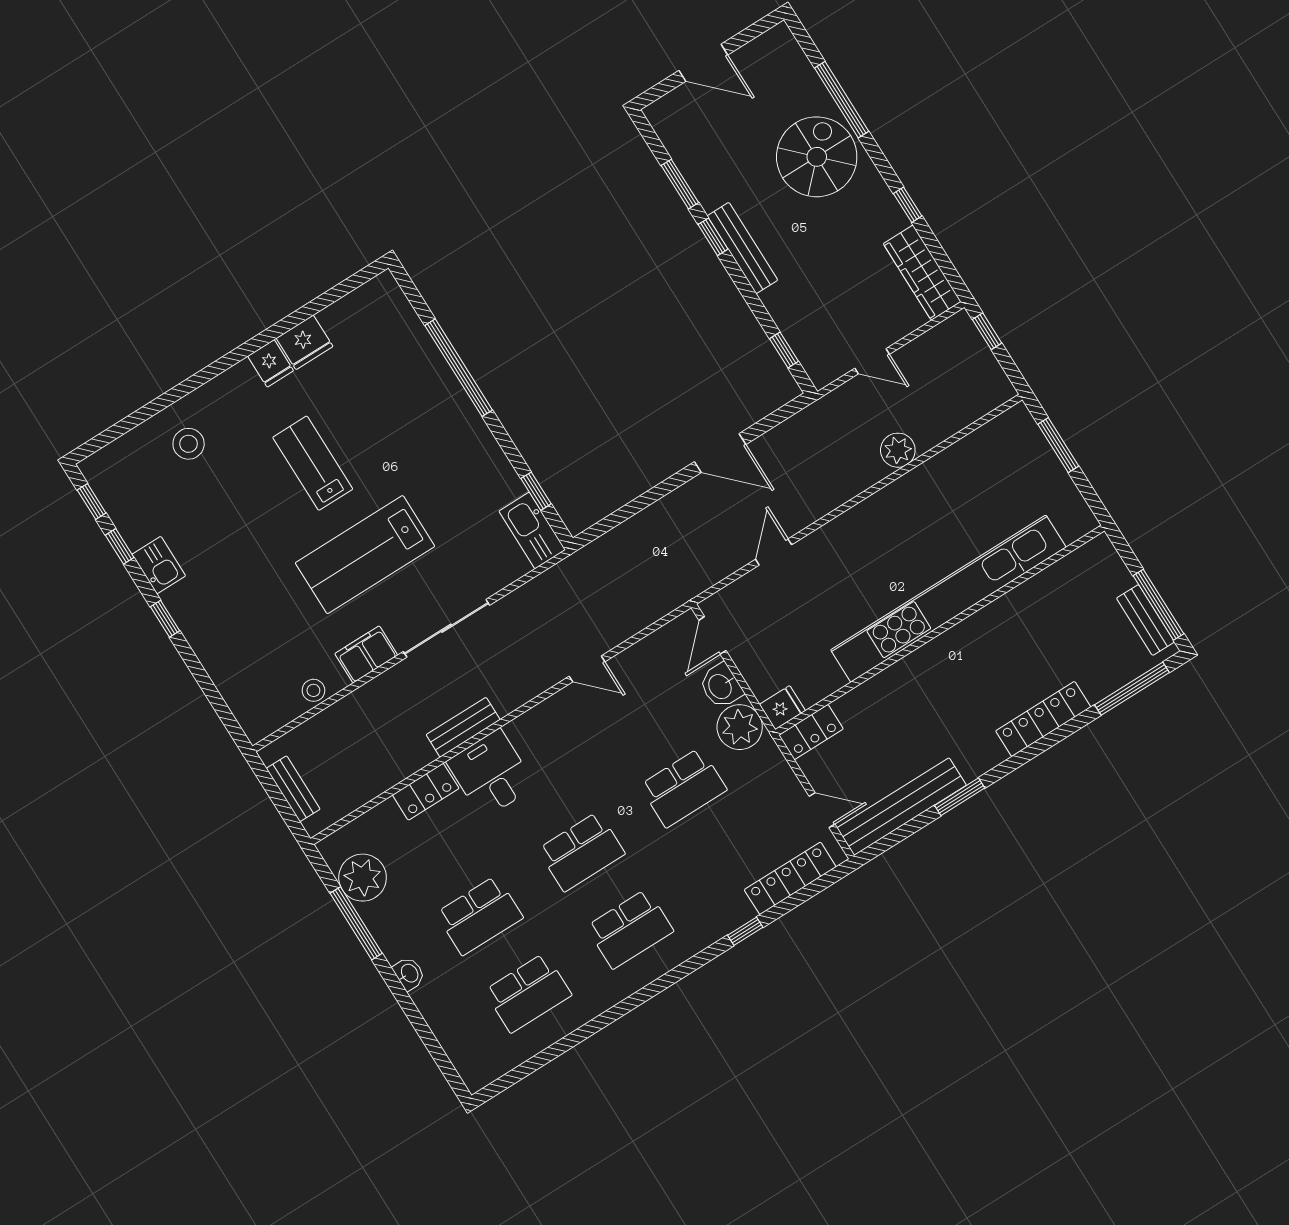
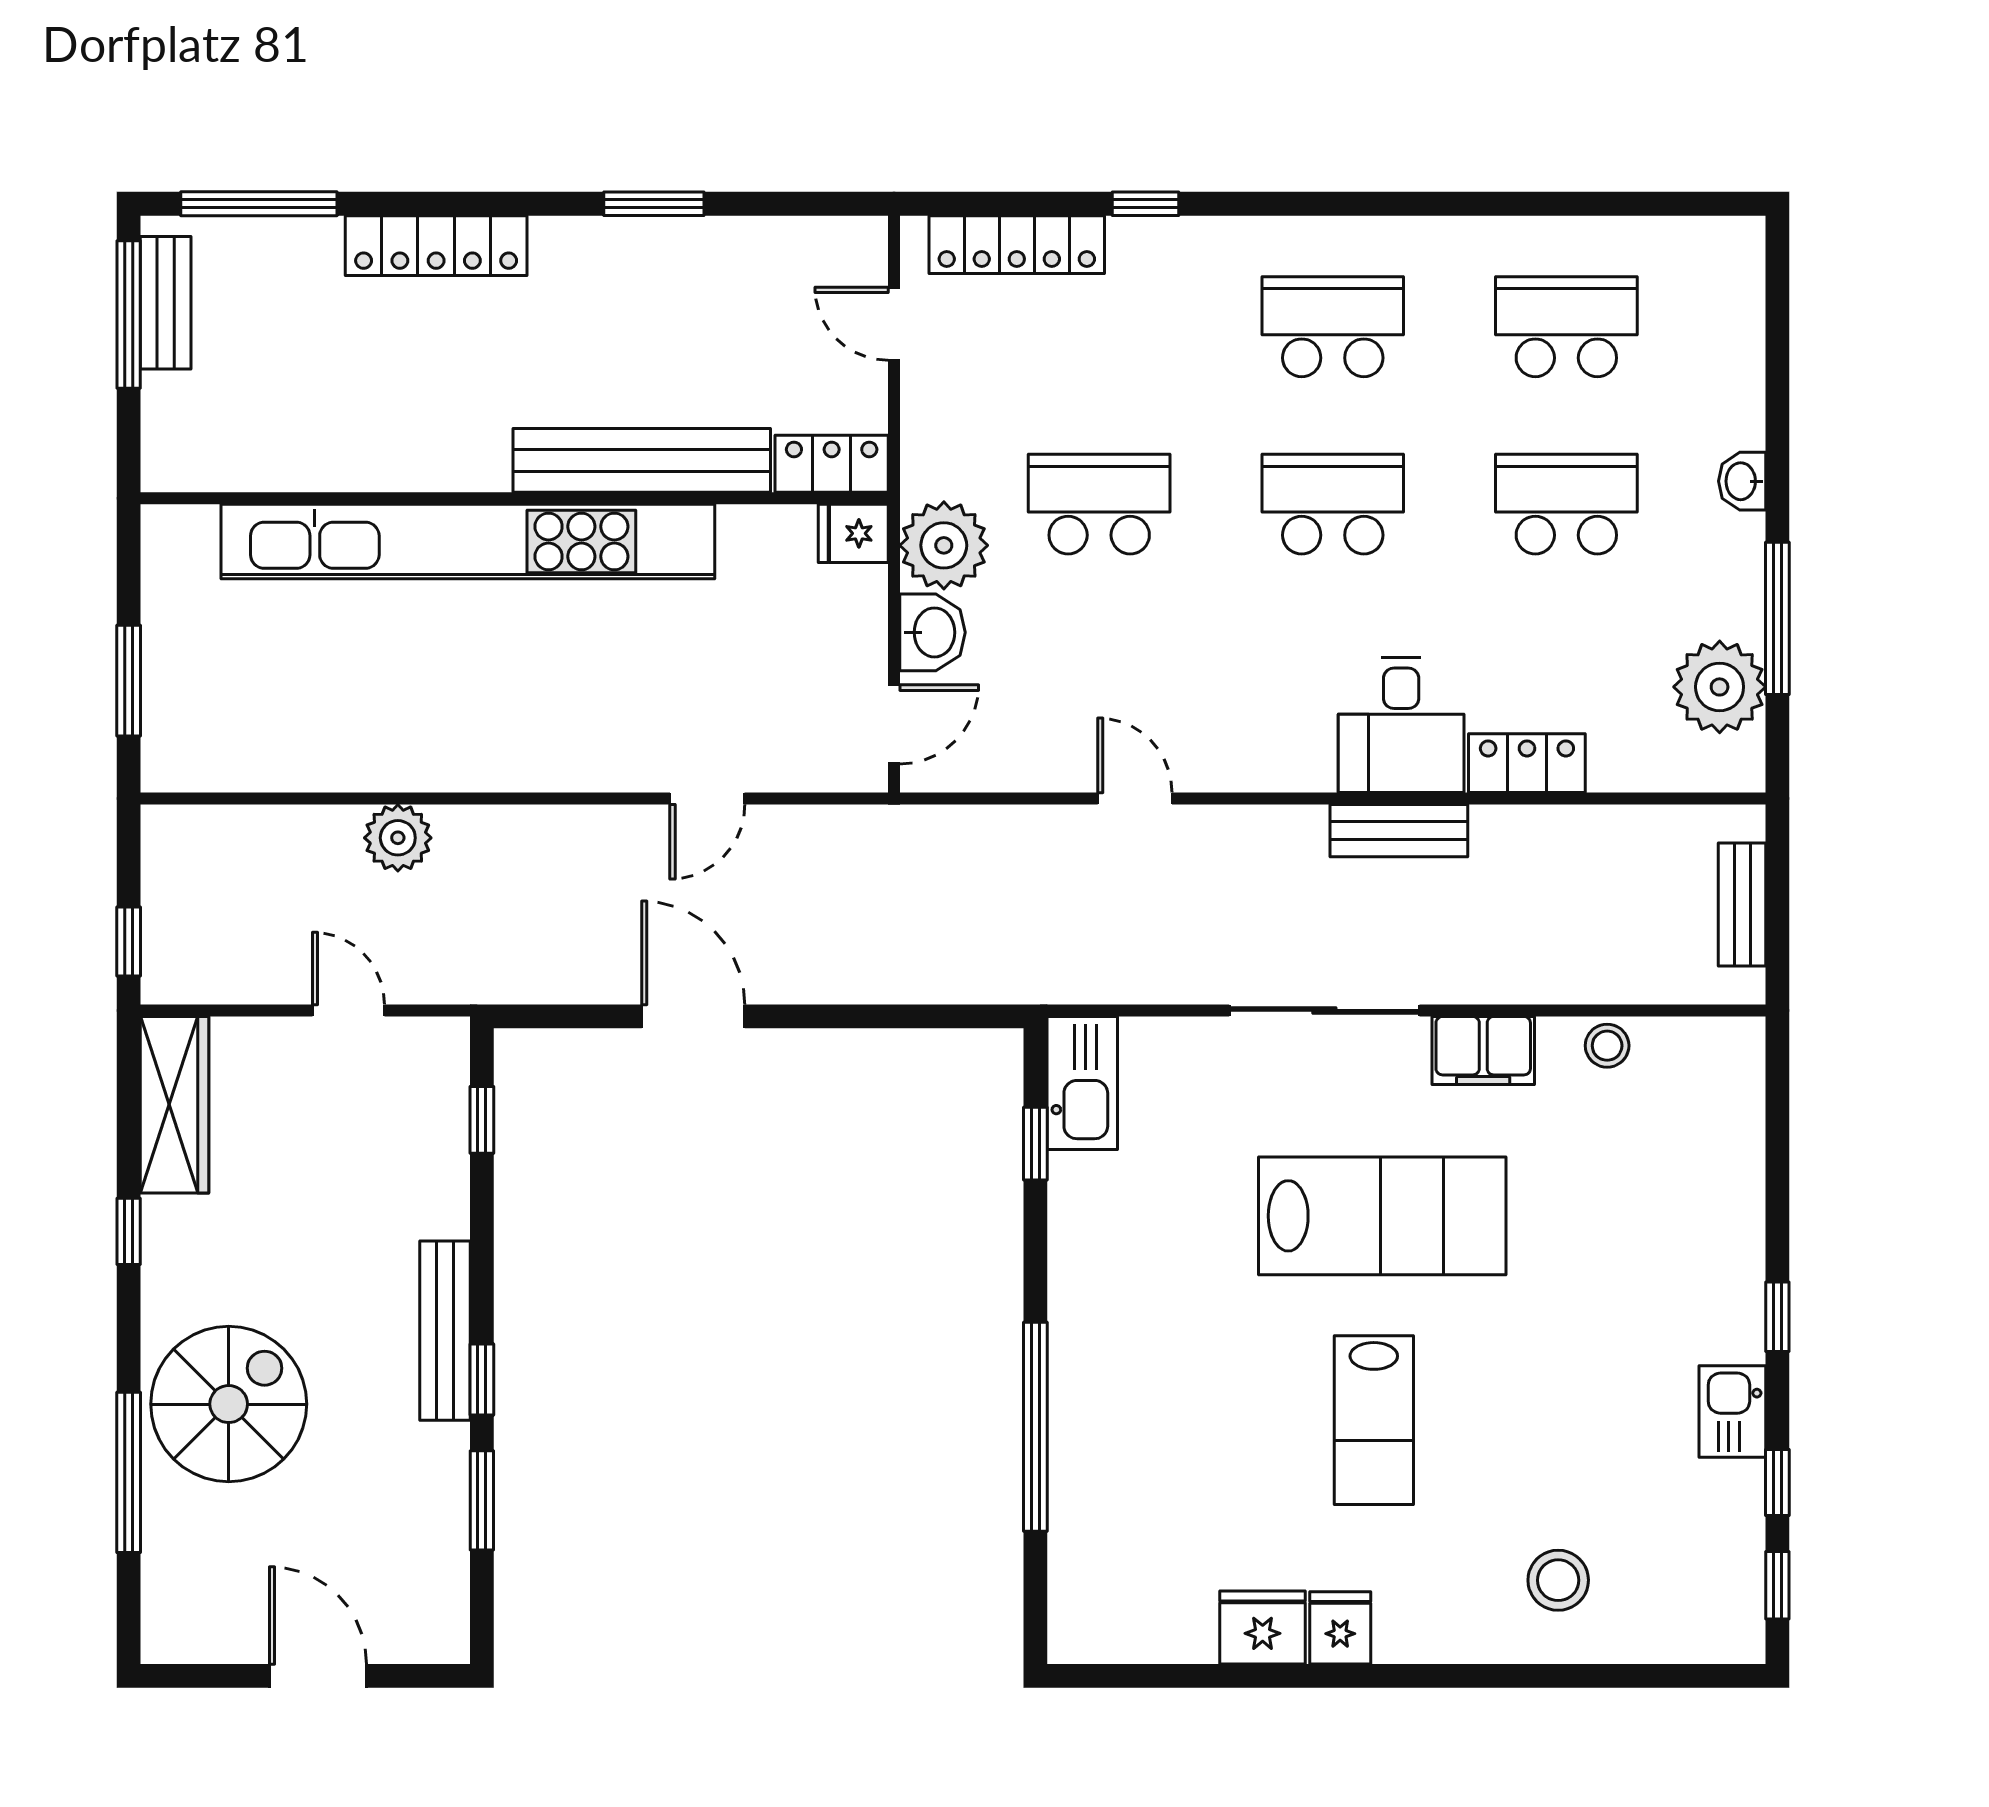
spiral stairs: (817, 157) -> (229, 1404), turned 180
bench: (902, 807) -> (642, 460), moved

